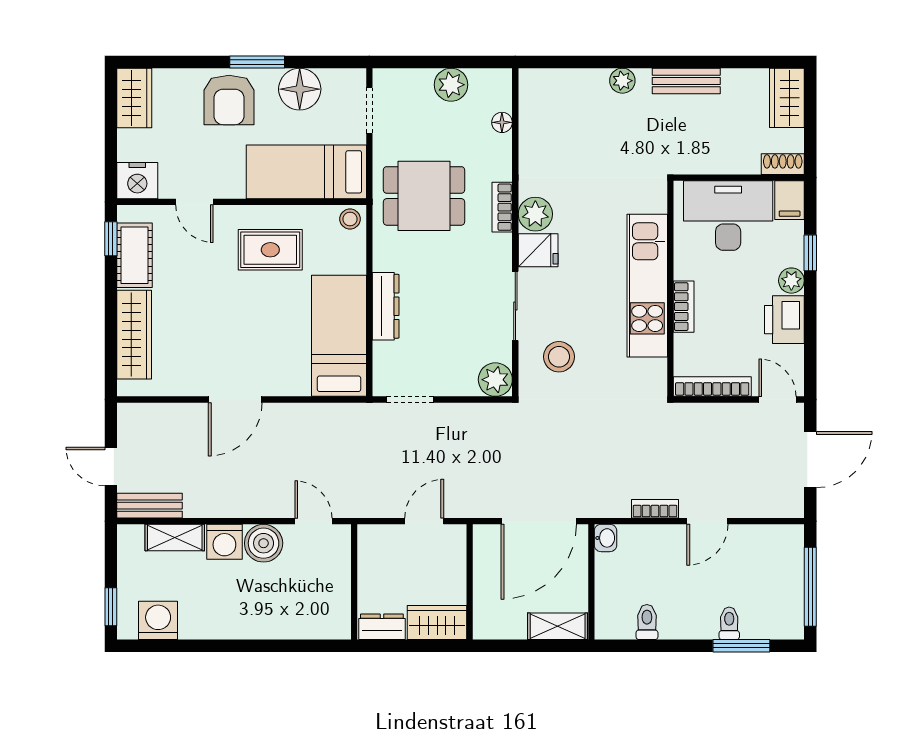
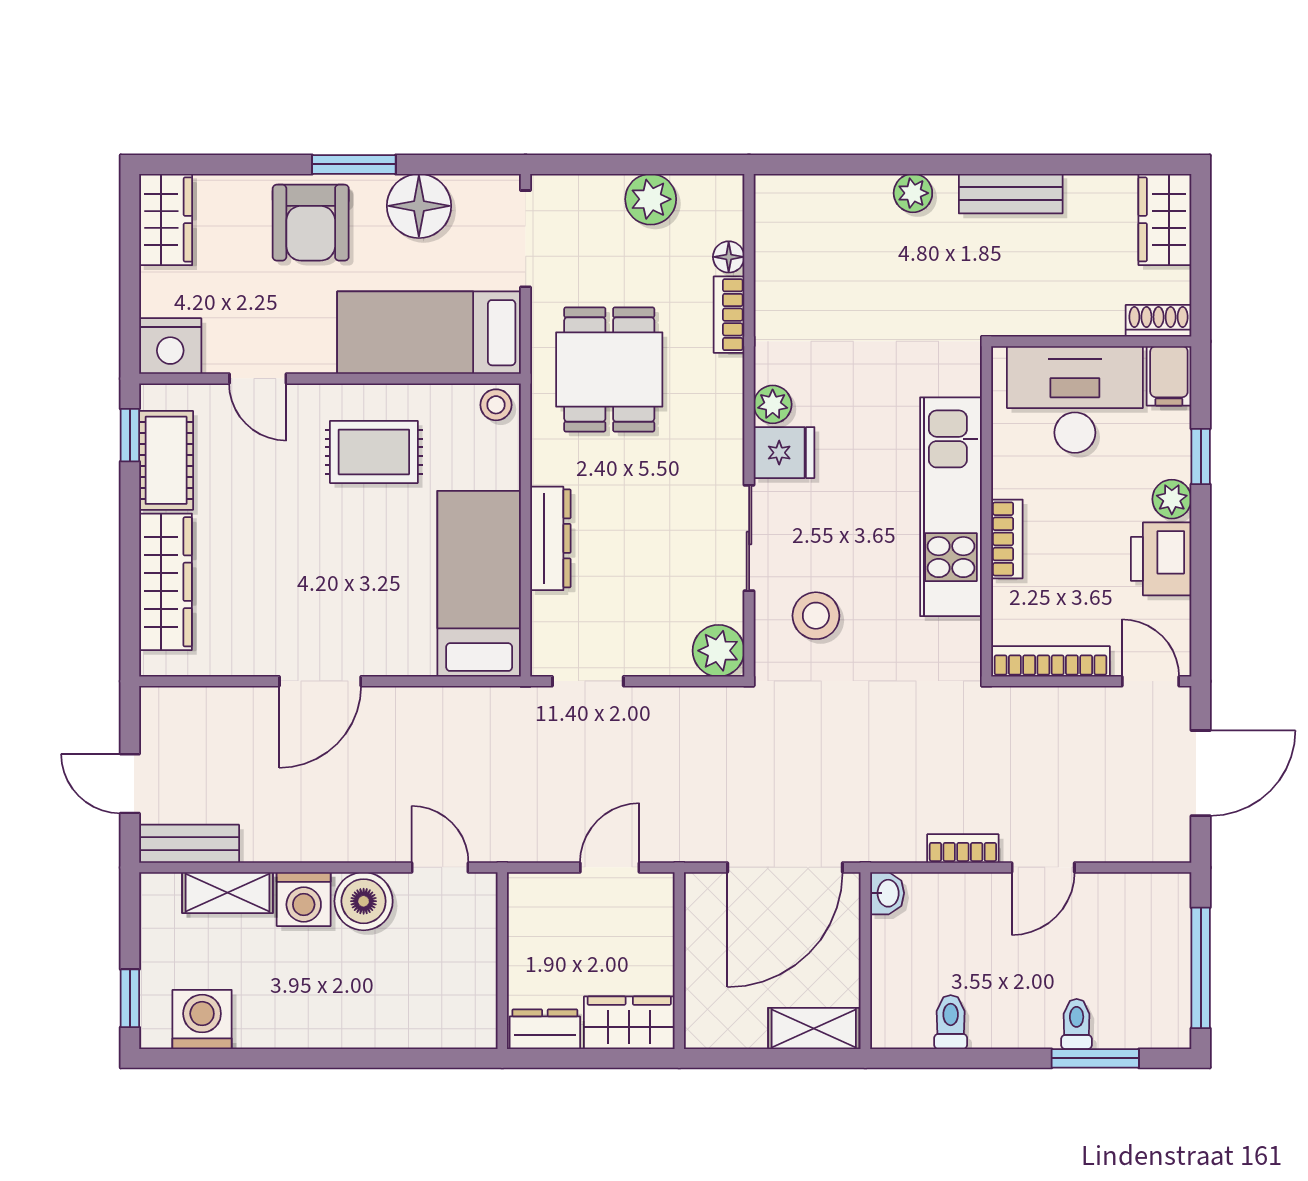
doorway: (369, 110) -> (526, 239), width x1.38
dining table: (424, 196) -> (609, 369), turned 90
bookcase: (502, 207) -> (729, 315), moved
plant: (535, 214) -> (773, 404), width x0.73, depth x0.73

